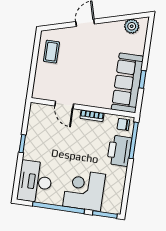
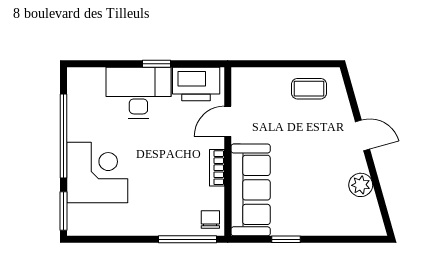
plant: (132, 26) -> (361, 185), moved
sofa: (127, 83) -> (251, 190), moved, turned 90
printer: (119, 151) -> (196, 84), moved, turned 180
desk: (35, 182) -> (138, 93), moved

